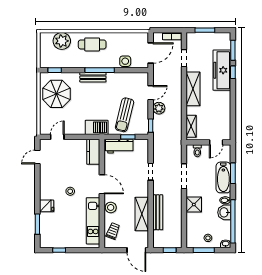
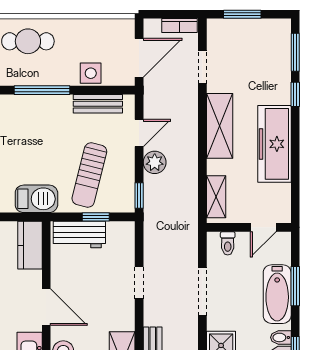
freezer: (222, 70) -> (275, 144), moved
bench: (93, 77) -> (98, 104), moved

